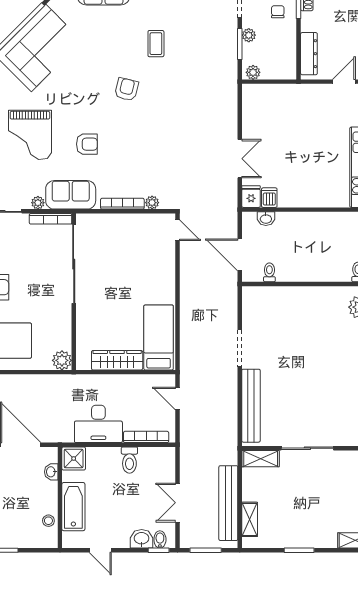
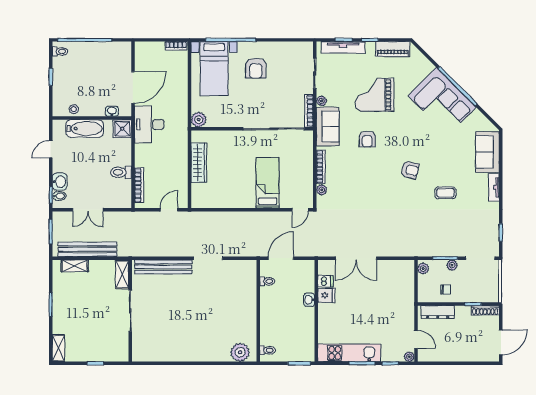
chair: (278, 12) -> (446, 289), moved
double door: (240, 159) -> (356, 258), width x1.37
fridge: (251, 197) -> (326, 295), moved
washbasin: (266, 219) -> (309, 300), moved
bed: (159, 337) -> (268, 183), moved, turned -90
desk: (98, 424) -> (149, 124), moved
double door: (178, 503) -> (88, 210), swing flipped

